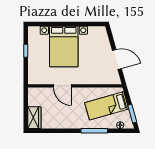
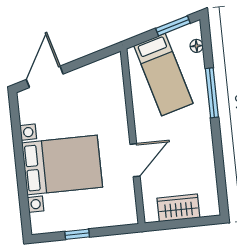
door: (117, 60) -> (45, 77), moved
wardrobe: (34, 118) -> (178, 208), moved

